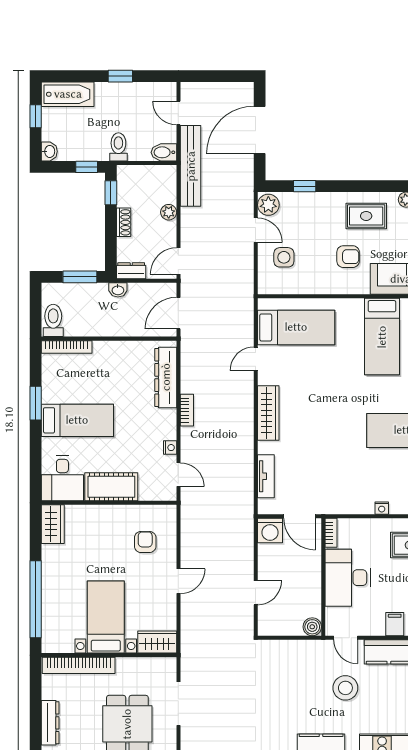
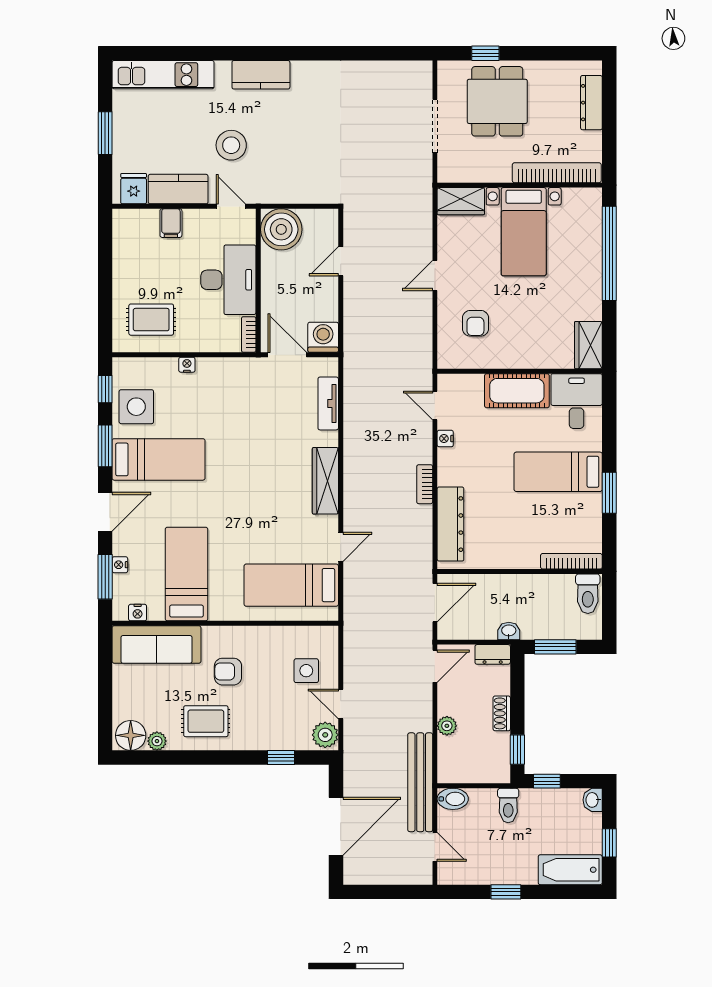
boiler: (312, 627) -> (281, 229), width x1.86, depth x1.86

